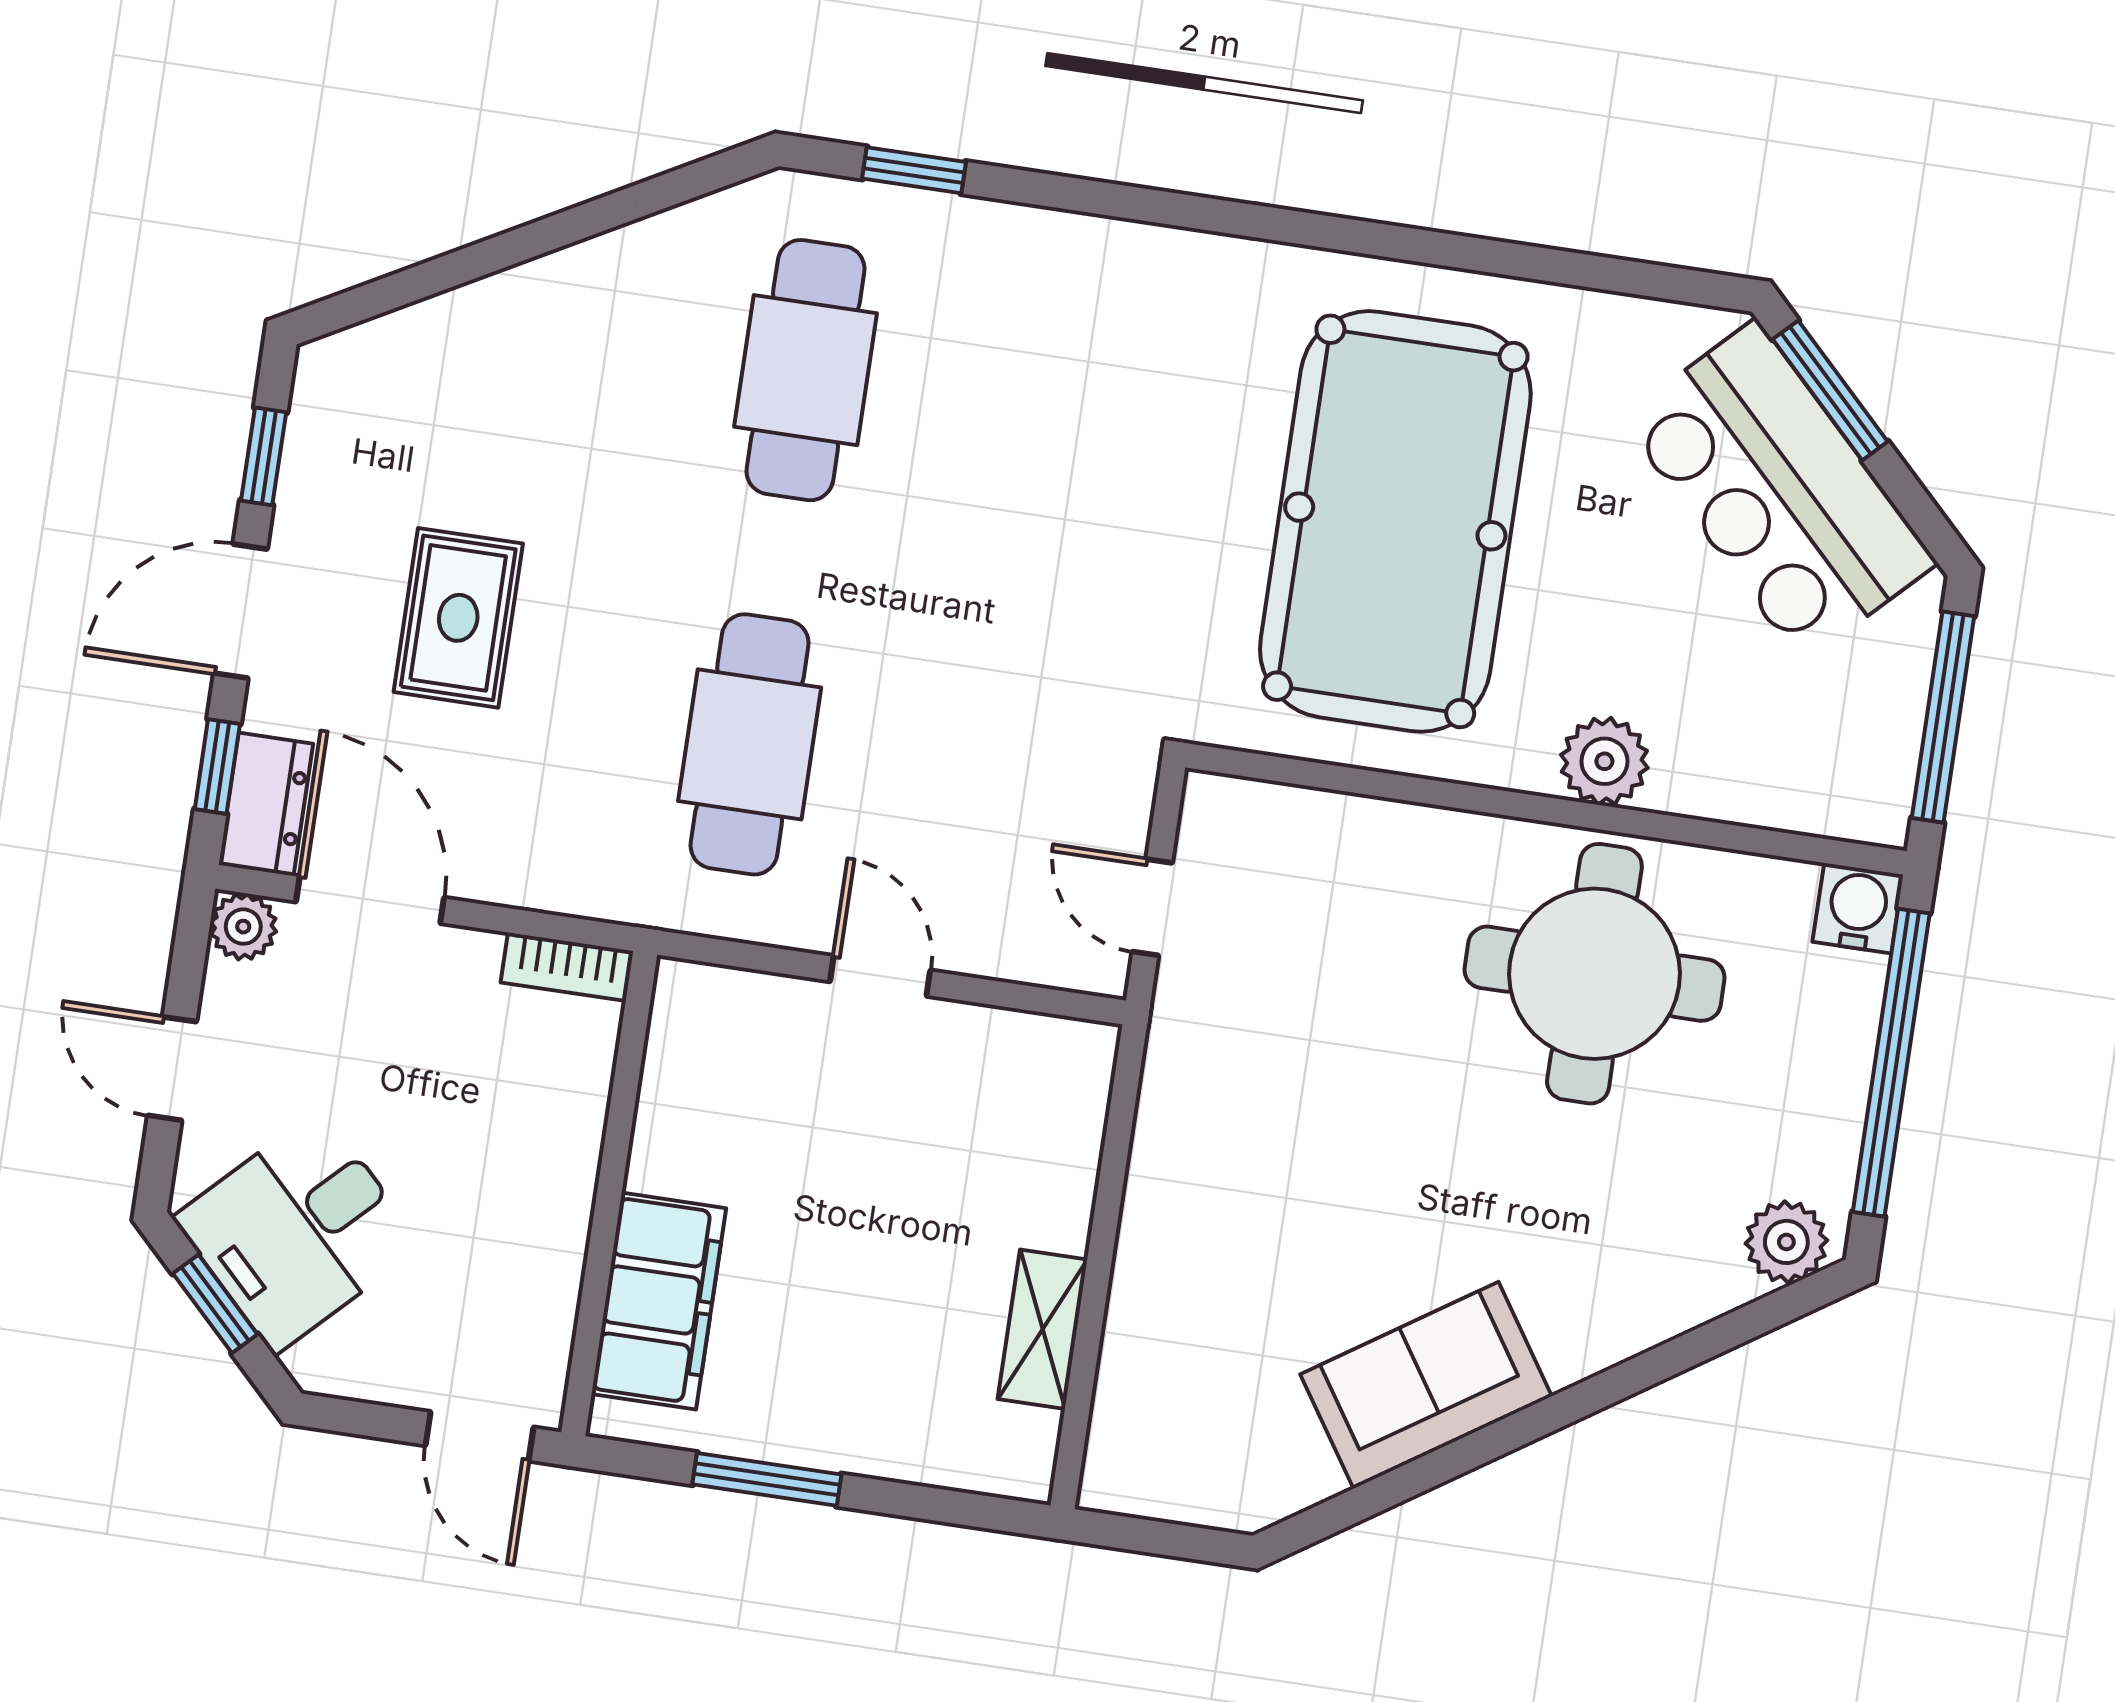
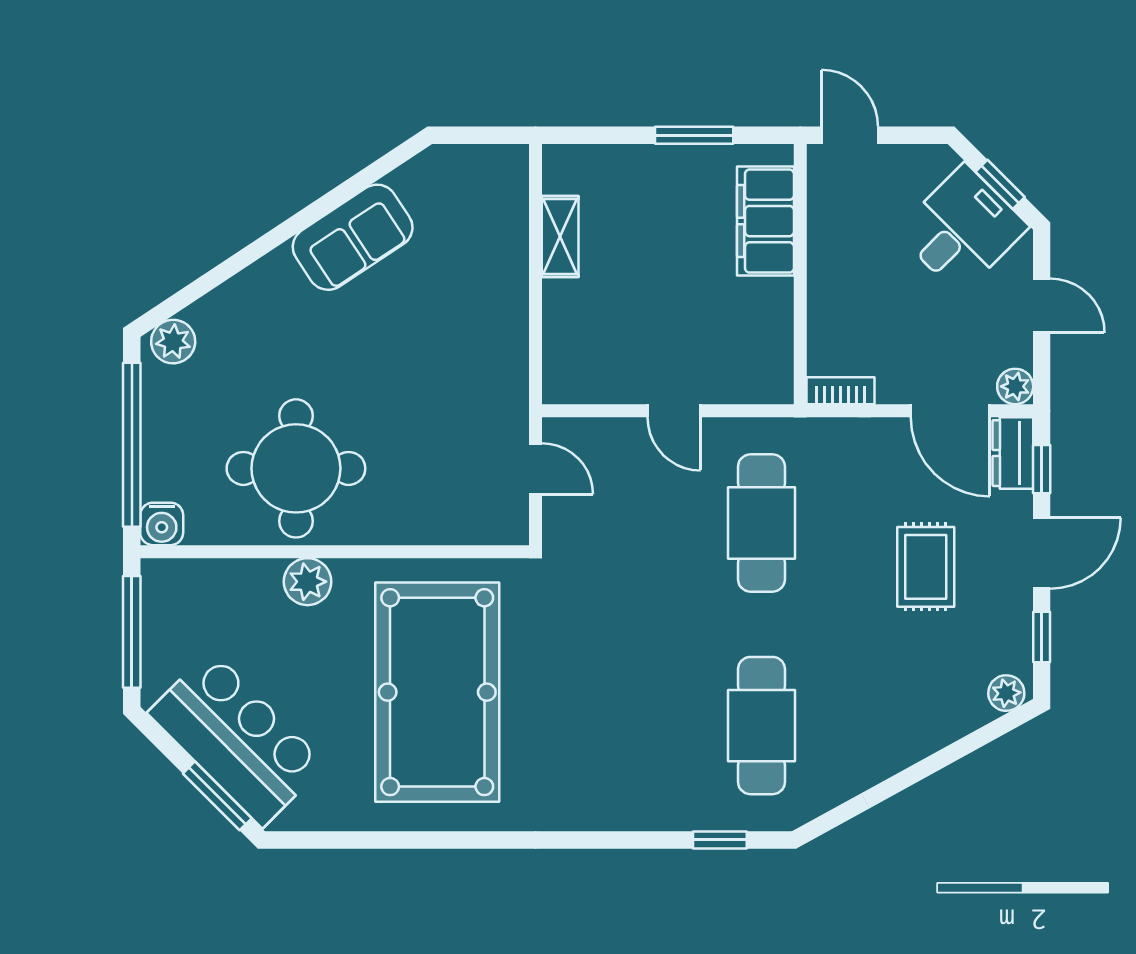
plant: (344, 363) -> (1006, 693), added

